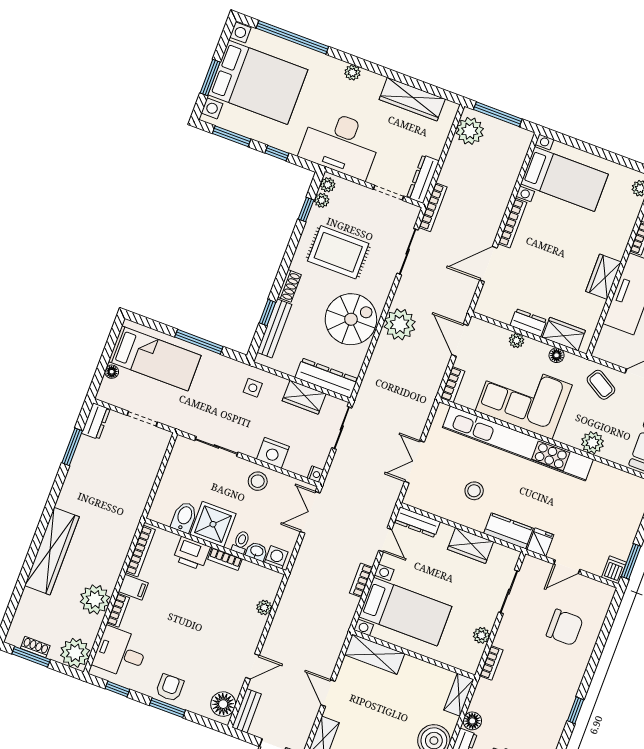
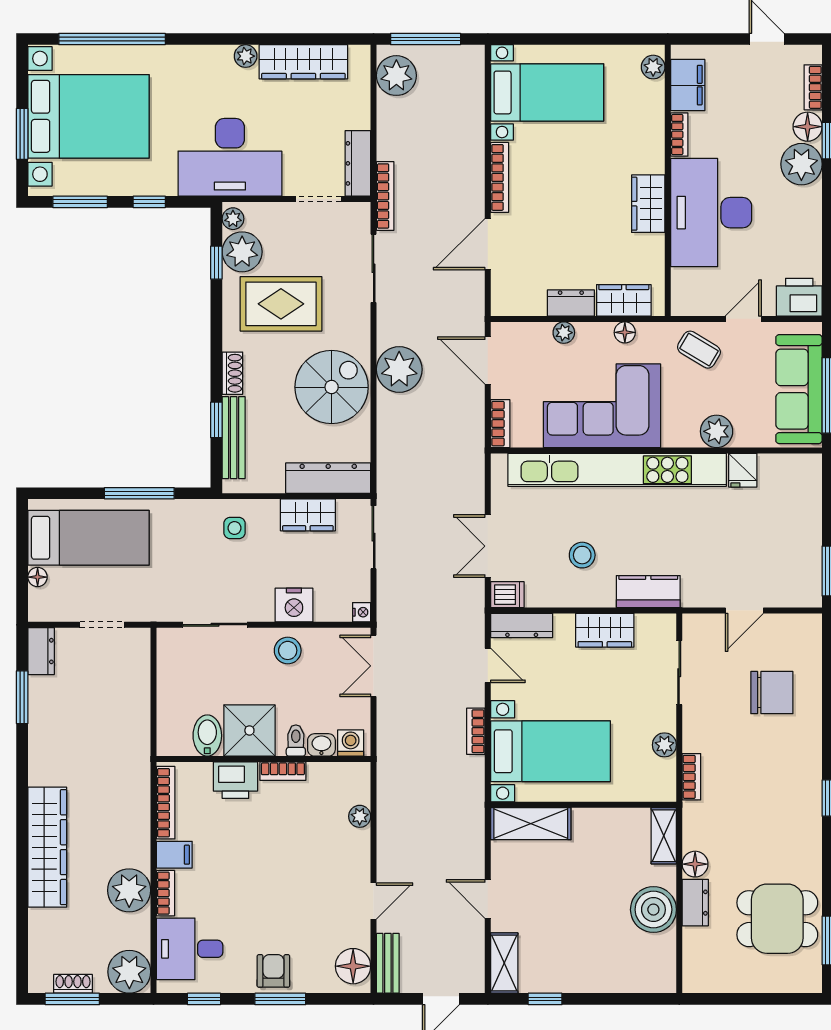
plant: (352, 73) -> (246, 56), moved
plant: (322, 200) -> (242, 252), width x1.87, depth x1.87
fridge: (540, 542) -> (743, 470), moved, turned 180
dishwasher: (614, 570) -> (507, 595), moved, turned 90

